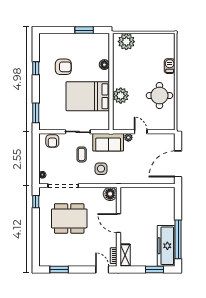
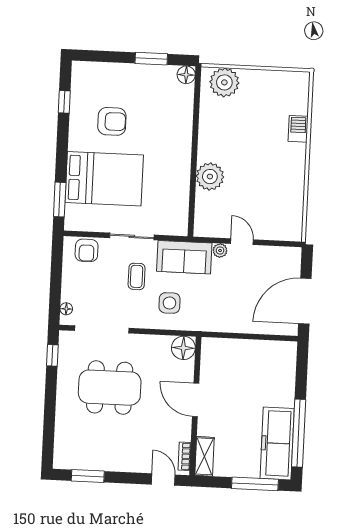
floor lamp: (104, 65) -> (186, 75), moved
window: (36, 68) -> (64, 102), moved
bed: (88, 96) -> (104, 179), moved, turned 180
round table: (159, 96) -> (278, 180), removed
window: (154, 269) -> (255, 484), width x1.44

